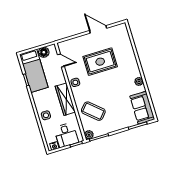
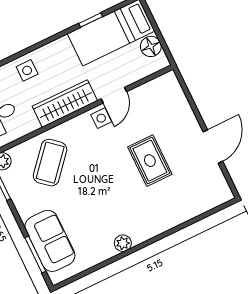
door: (61, 60) -> (114, 95), moved
rug: (100, 62) -> (150, 161), width x0.73, depth x0.70
sofa: (142, 108) -> (50, 241), moved, turned 90

